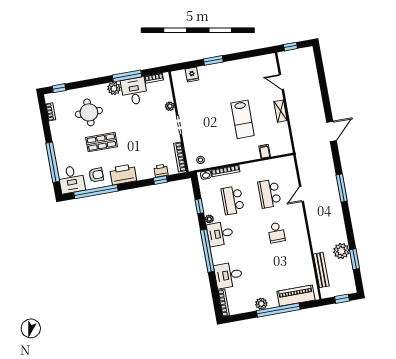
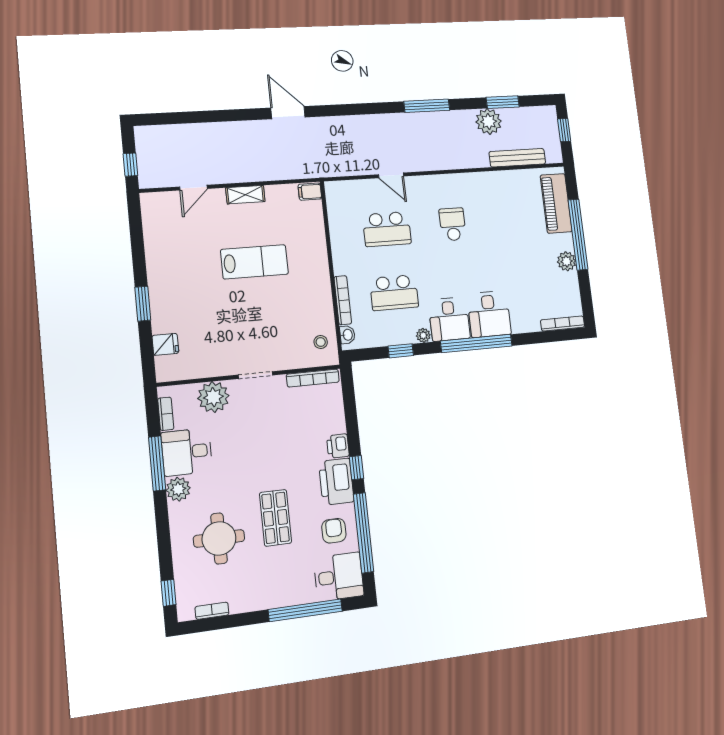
plant: (170, 106) -> (213, 397), width x1.88, depth x1.88
filing cabinet: (265, 151) -> (310, 192), moved
printer: (161, 171) -> (338, 446), moved
window: (160, 180) -> (356, 468), moved
window: (342, 188) -> (427, 106), moved
school desk: (276, 233) -> (453, 224), turned -90
desk: (228, 275) -> (489, 314), moved

